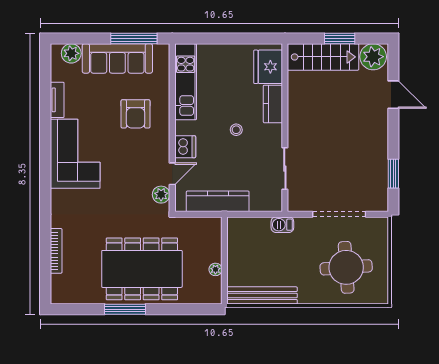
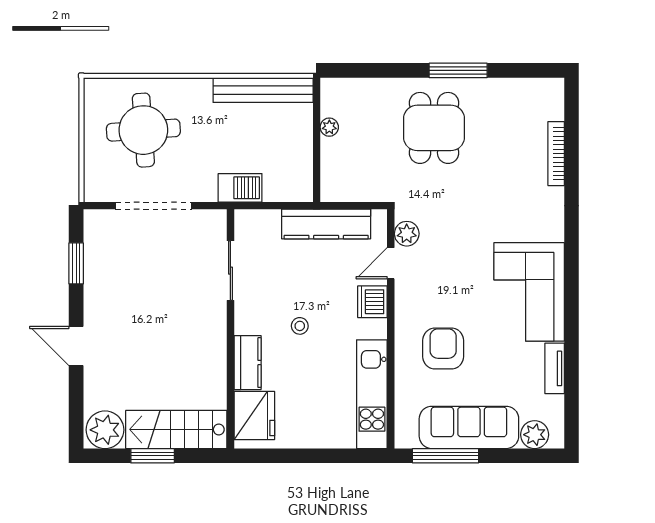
door: (393, 95) -> (76, 346), moved
barbecue: (282, 225) -> (240, 188), width x1.38, depth x1.27
dining table: (142, 269) -> (434, 128), width x0.53, depth x0.80

